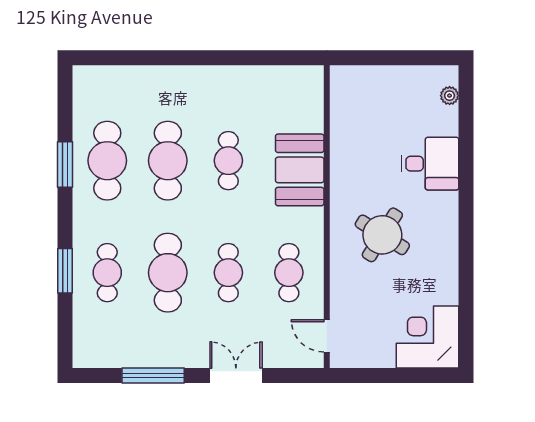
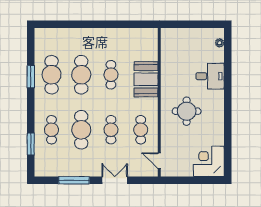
round table: (382, 235) -> (187, 111), turned -32
window: (65, 271) -> (31, 144), moved

